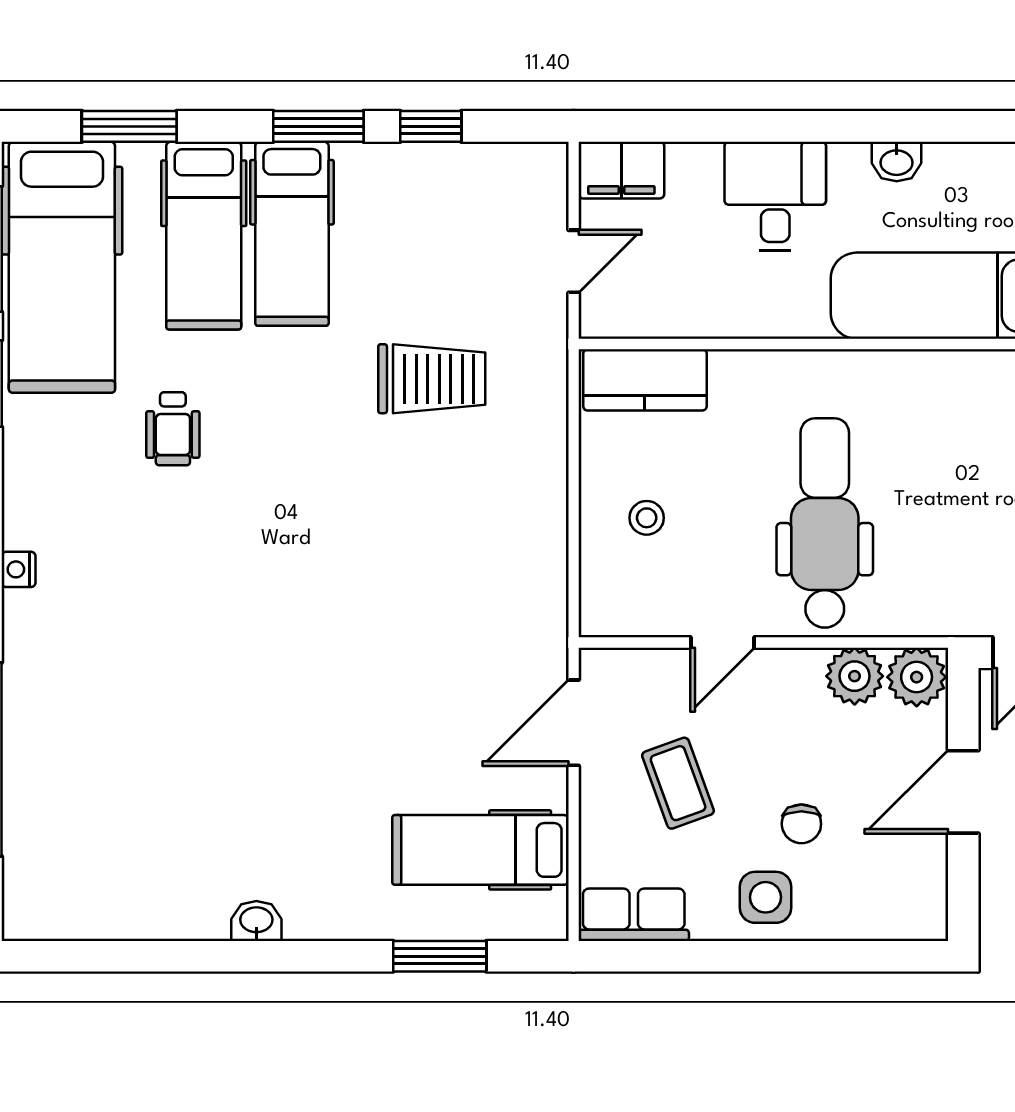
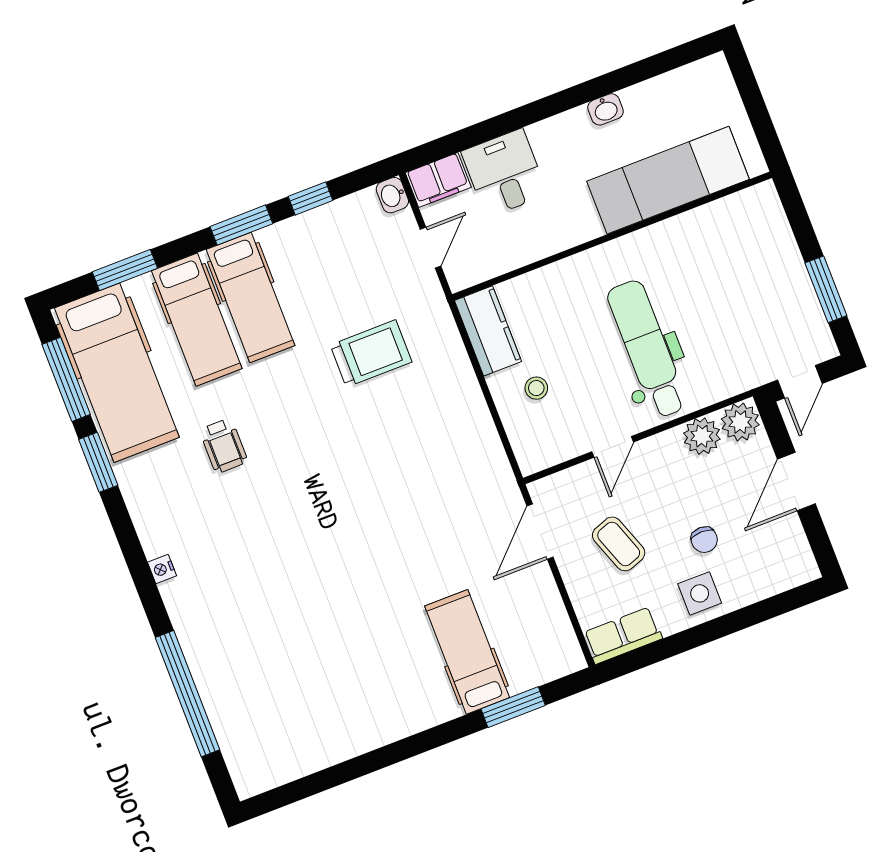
desk: (775, 196) -> (504, 173), moved
kitchen counter: (645, 380) -> (488, 331), moved, turned -90
hospital bed: (480, 850) -> (467, 652), moved, turned 90
washbasin: (256, 921) -> (392, 195), moved, turned -90

